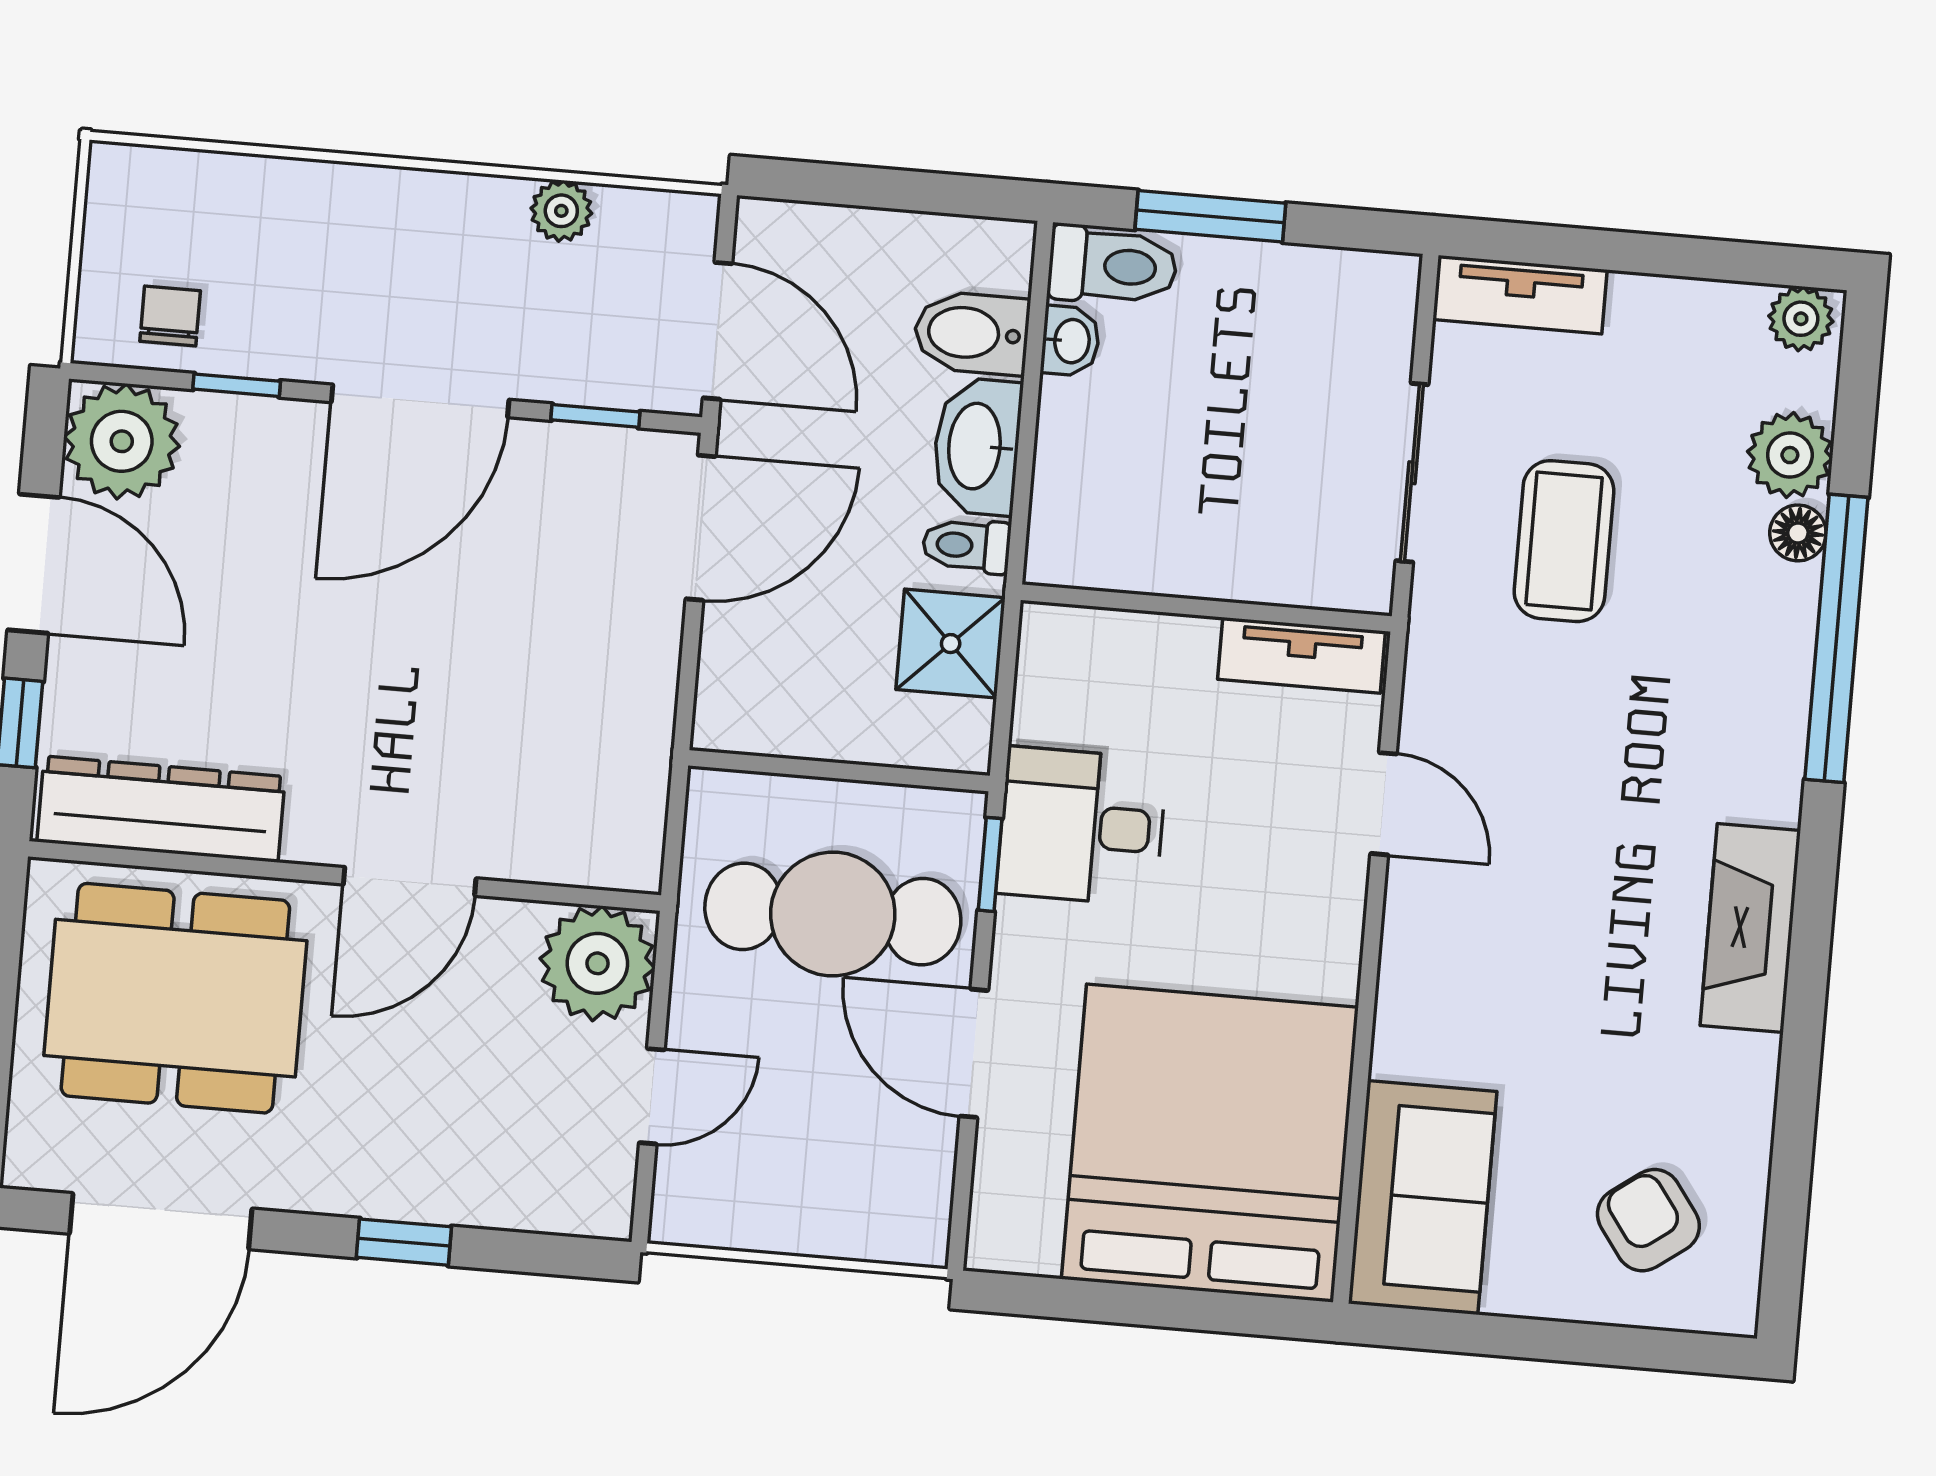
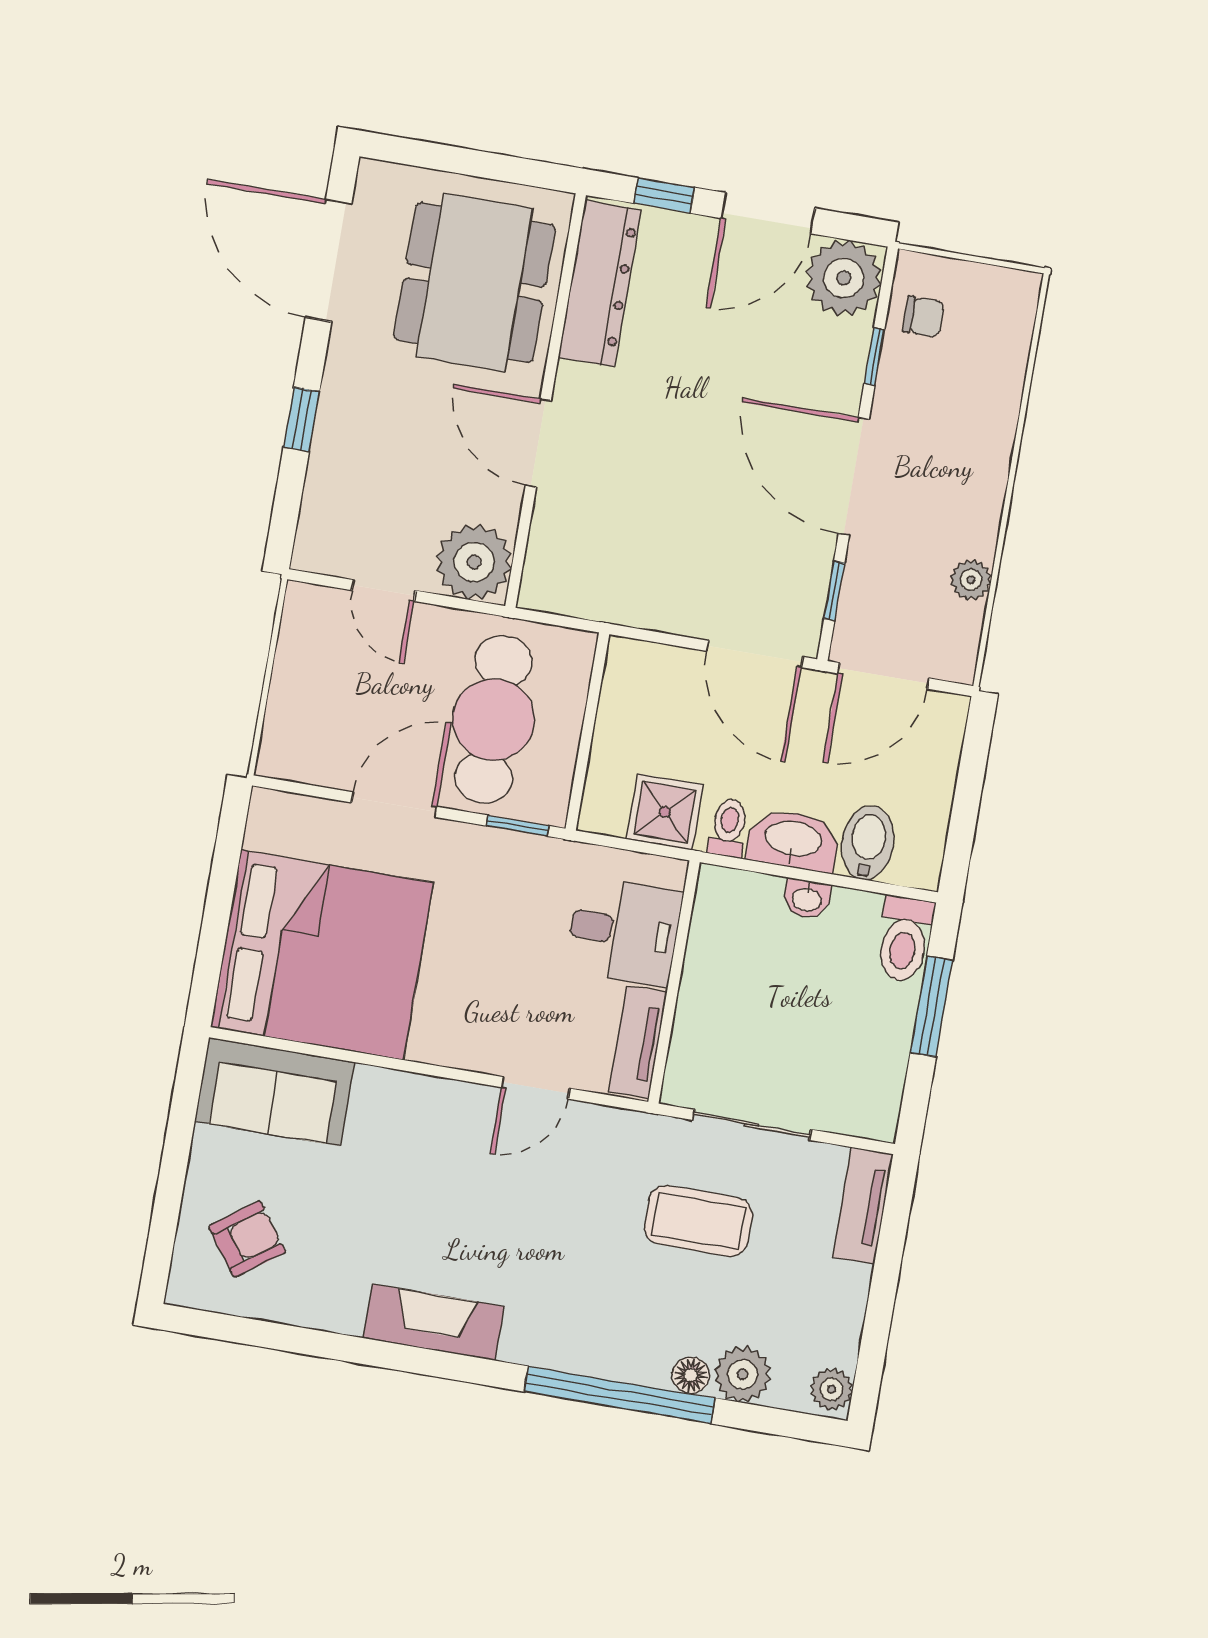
washbasin: (1070, 341) -> (807, 899), moved
desk: (1082, 826) -> (624, 931), moved, turned 90

